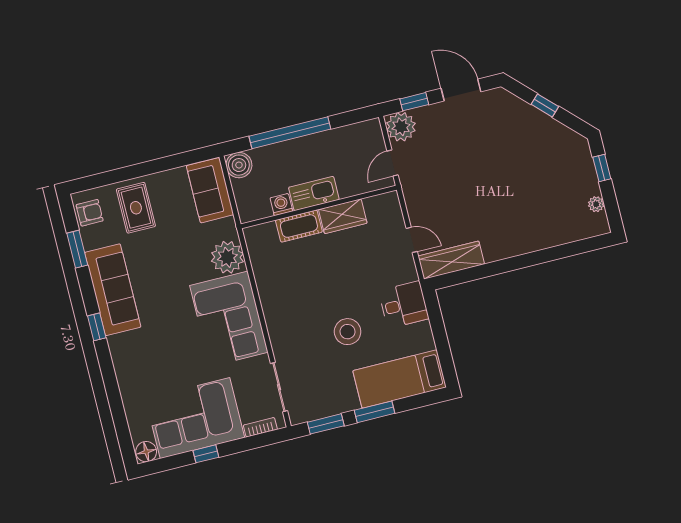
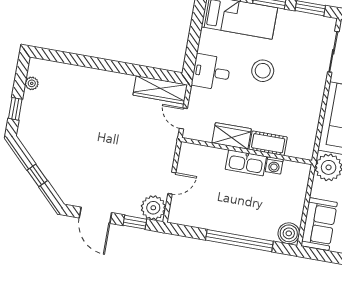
kitchen sink: (314, 193) -> (246, 163), moved
washing machine: (281, 204) -> (274, 165), moved
wall: (319, 207) -> (247, 151), moved
wardrobe: (343, 216) -> (232, 136), moved
cot: (299, 226) -> (268, 143), moved

